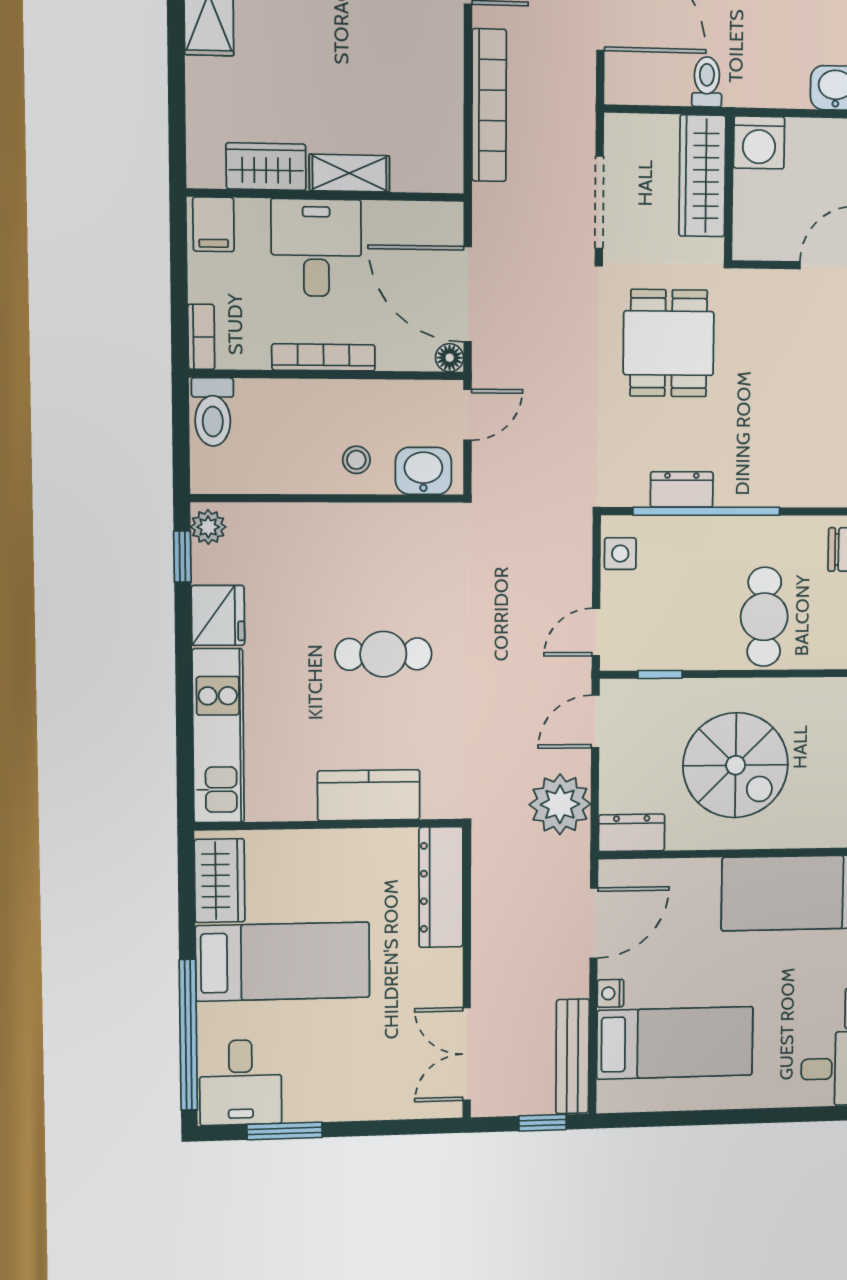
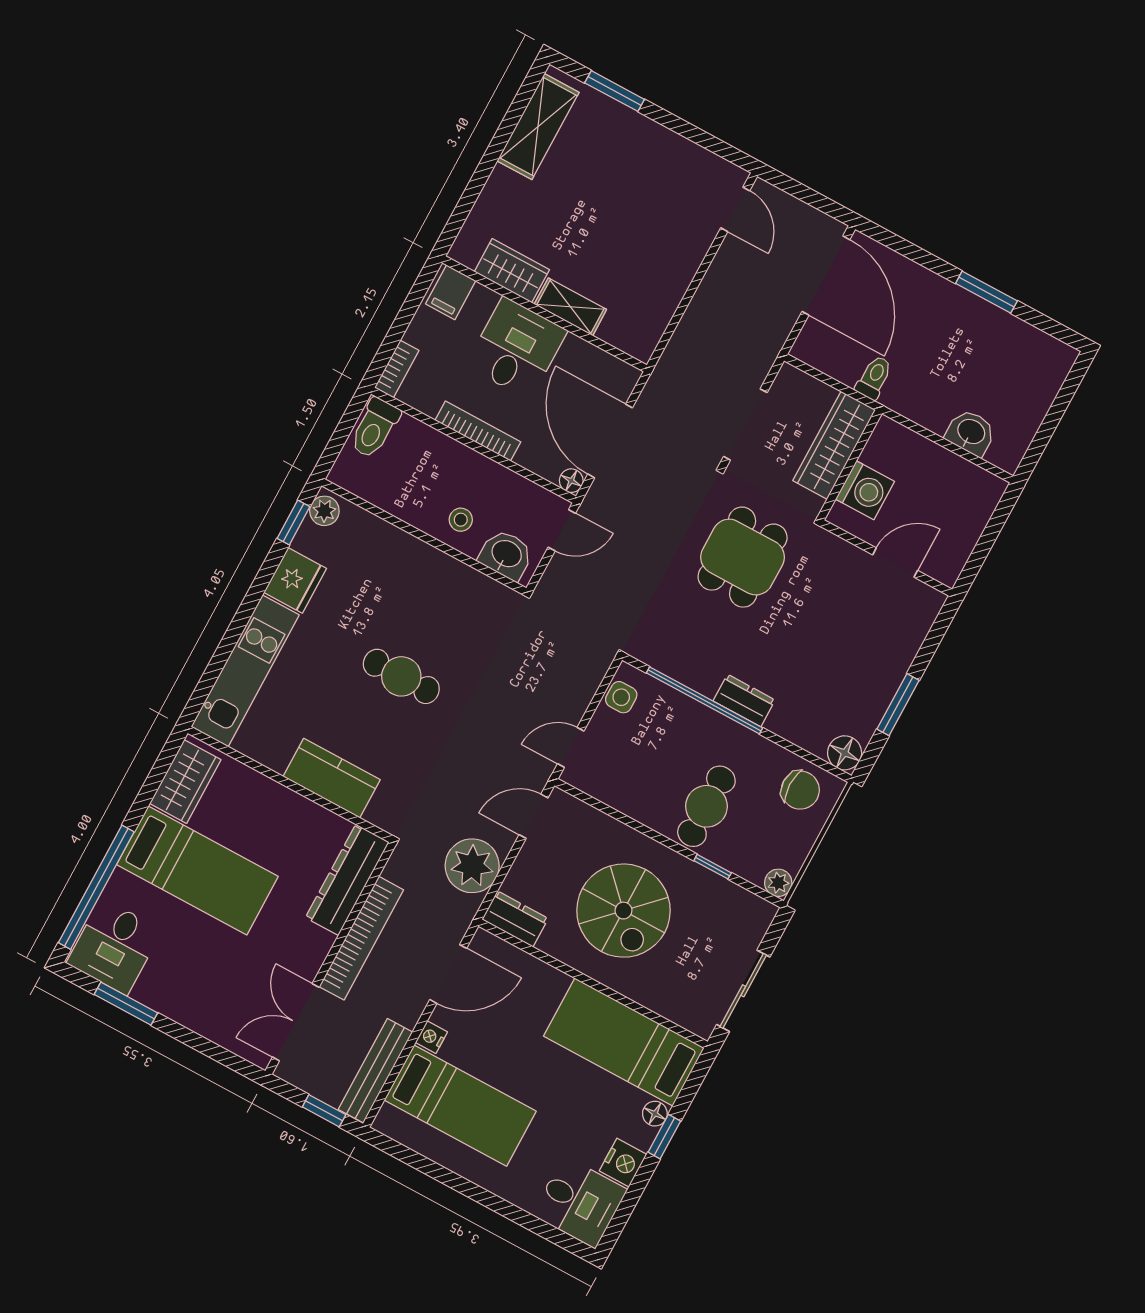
bookcase: (489, 105) -> (361, 938), moved
washing machine: (759, 142) -> (865, 490), moved, turned -90
dresser: (682, 489) -> (744, 700), moved
window: (660, 674) -> (713, 867), moved

